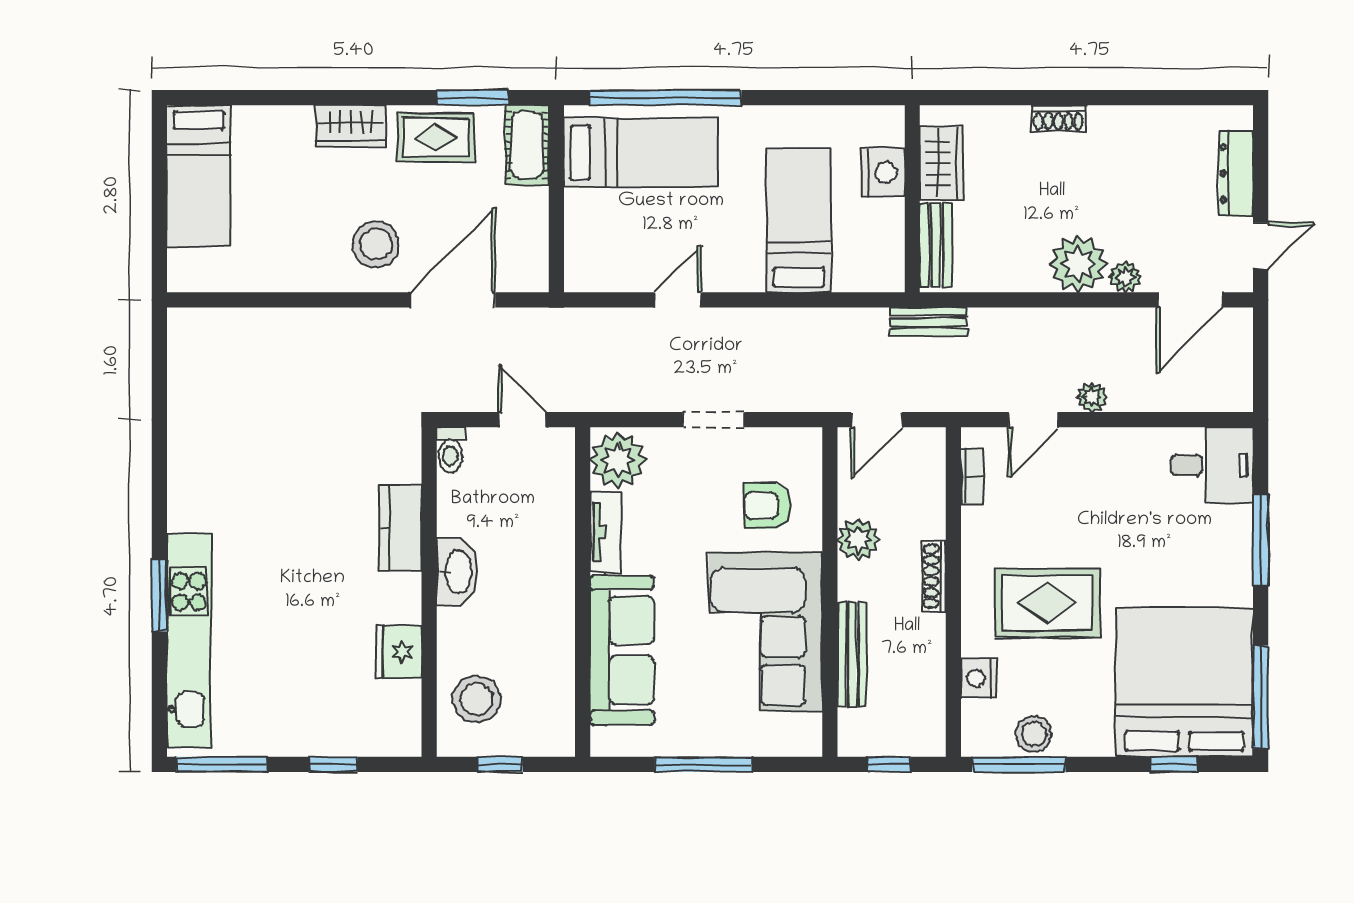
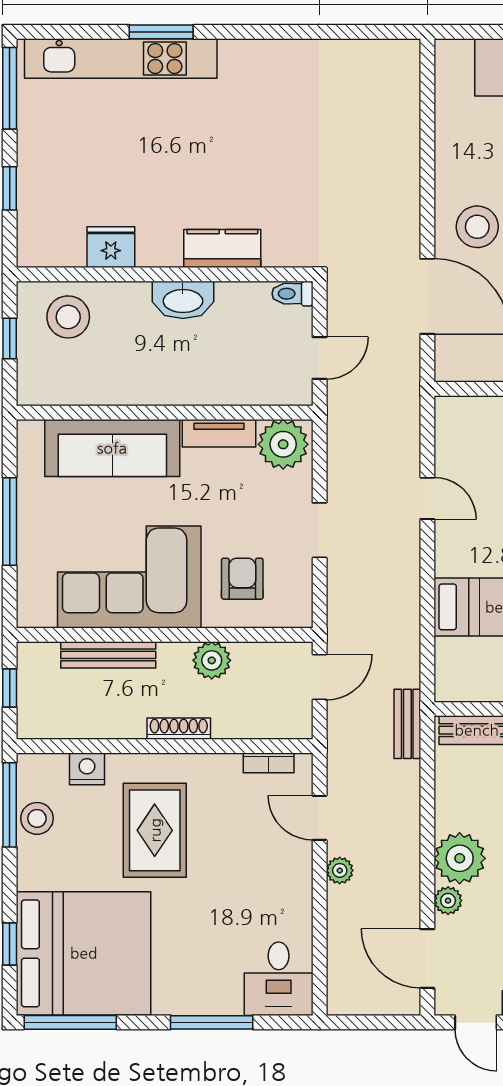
door: (877, 420) -> (320, 677), swing flipped

